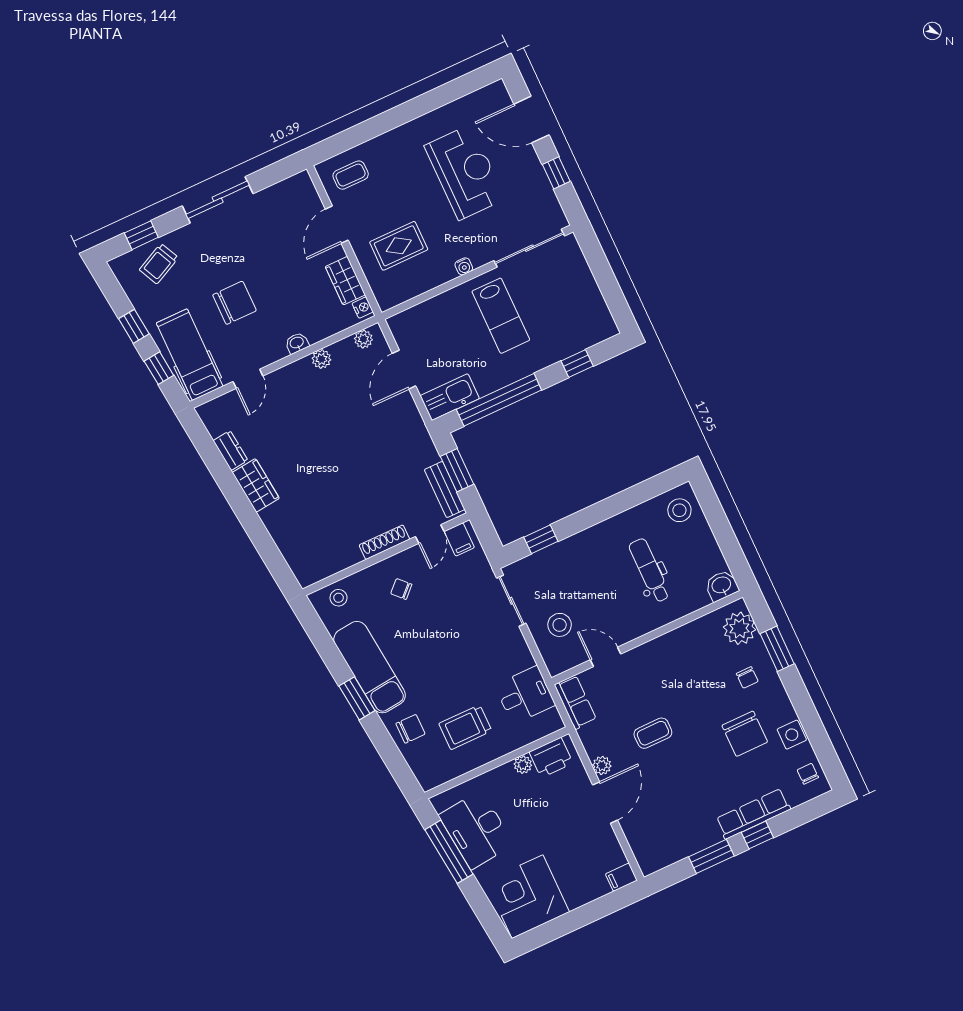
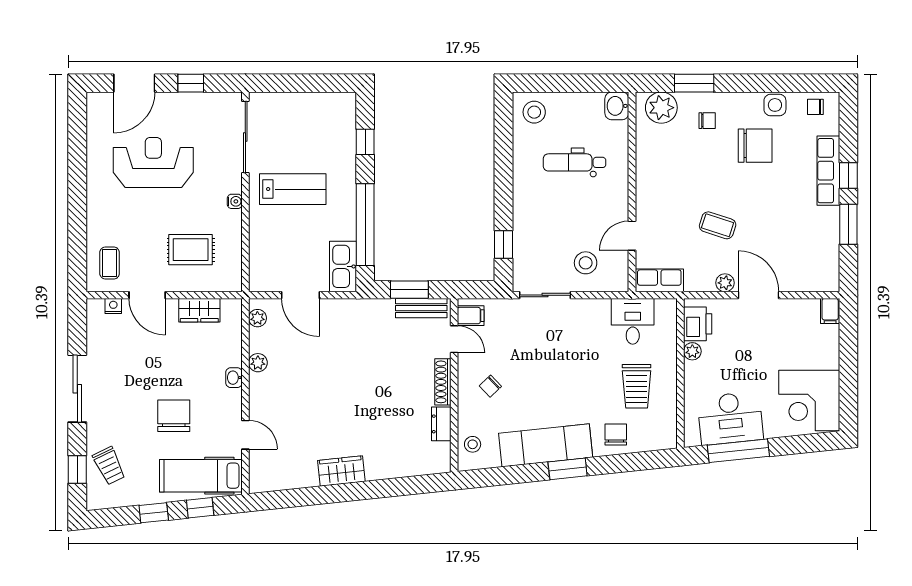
rug: (399, 246) -> (191, 250), turned 90
nightstand: (363, 308) -> (113, 306), moved
dresser: (231, 450) -> (441, 424), moved, turned -84
coffee table: (653, 733) -> (718, 225), turned -72

